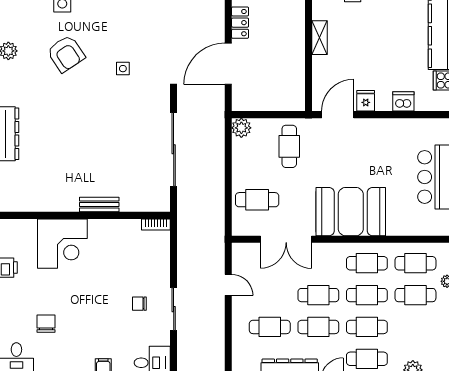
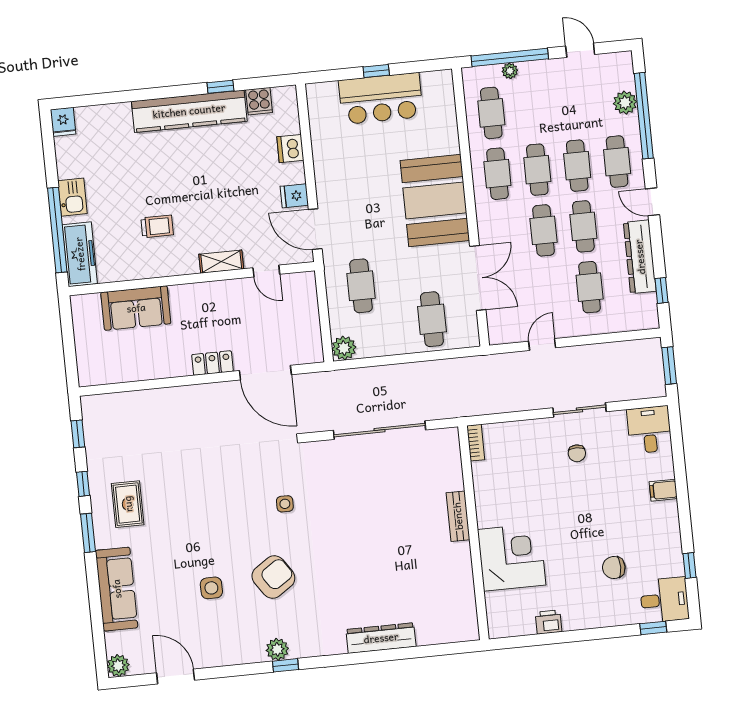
door: (308, 73) -> (266, 271), added
cafe table: (289, 146) -> (361, 286), turned 90
cafe table: (415, 295) -> (531, 109), removed

